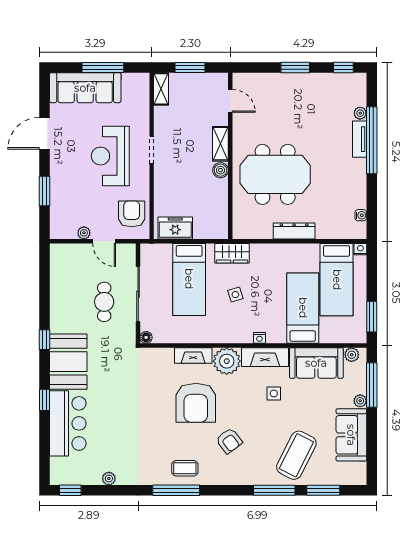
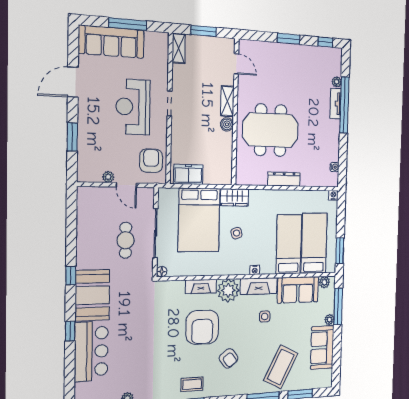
bed: (189, 279) -> (199, 220), width x1.50
bed: (337, 280) -> (314, 243), moved, turned 180

